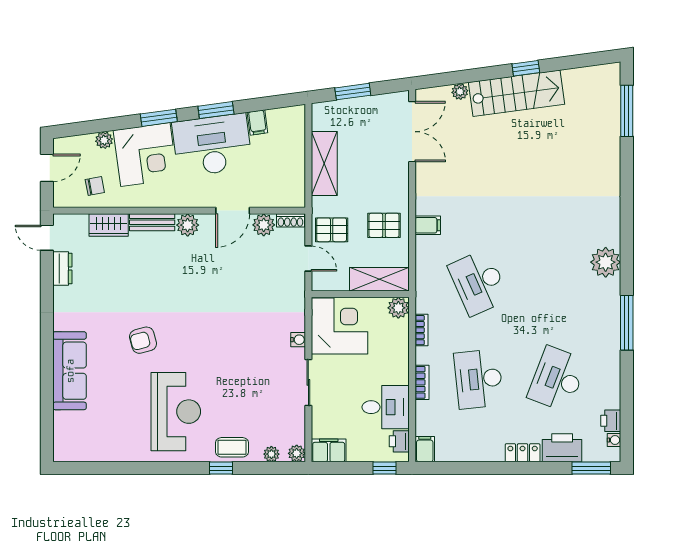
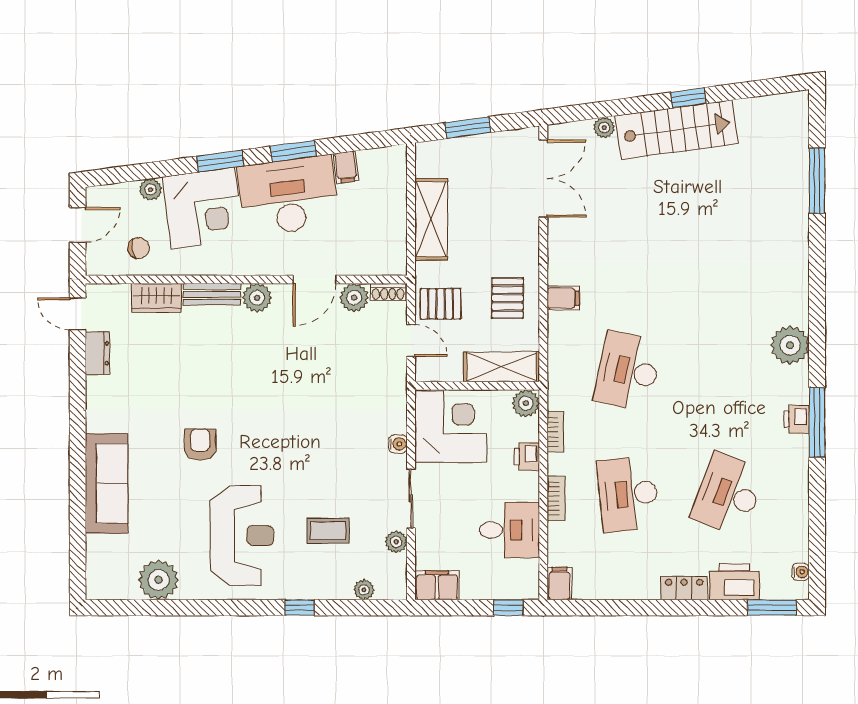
window: (627, 111) -> (817, 181), moved
pallet: (384, 225) -> (507, 298), turned 90
desk: (479, 282) -> (628, 371), turned 36
armchair: (143, 340) -> (200, 445), turned 105
printer: (611, 421) -> (797, 419), moved
printer: (399, 441) -> (527, 457), moved
plant: (110, 446) -> (159, 580), added
coffee table: (232, 447) -> (328, 531), moved
plant: (297, 453) -> (396, 542), moved

